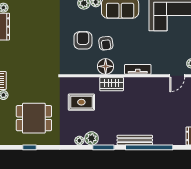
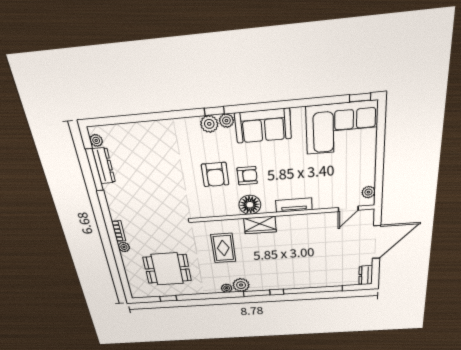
armchair: (83, 40) -> (215, 175), turned 180
armchair: (106, 43) -> (247, 176), turned -83
rug: (81, 102) -> (223, 248), turned 90
bench: (135, 140) -> (295, 284), removed

